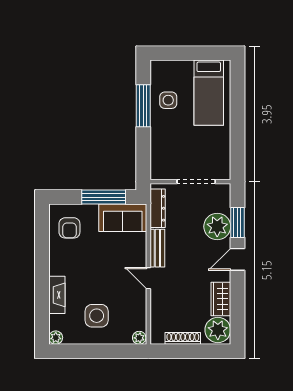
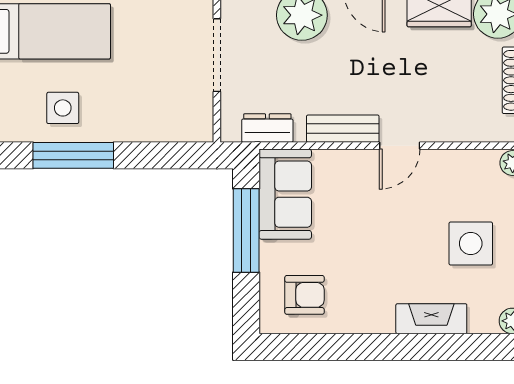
dresser: (158, 208) -> (267, 128), width x0.70

